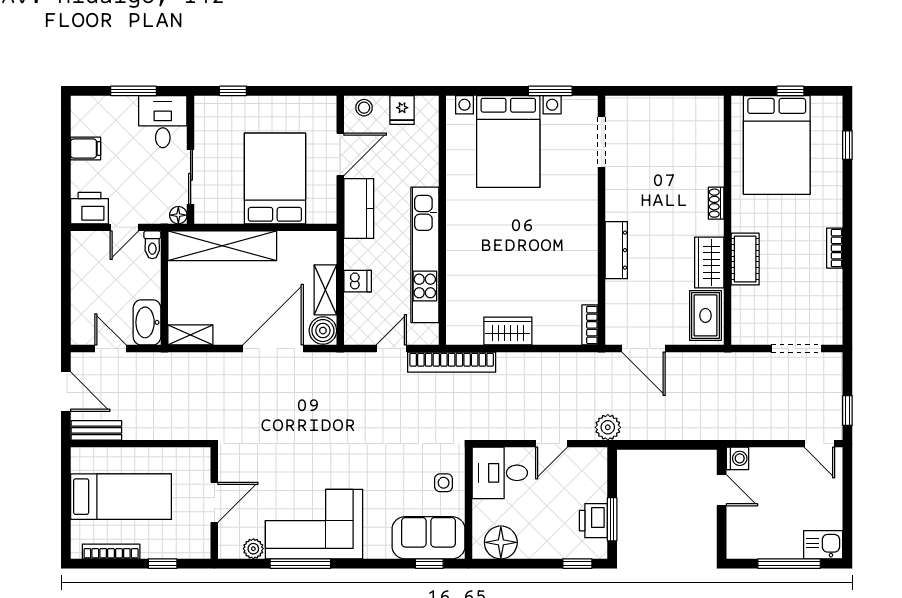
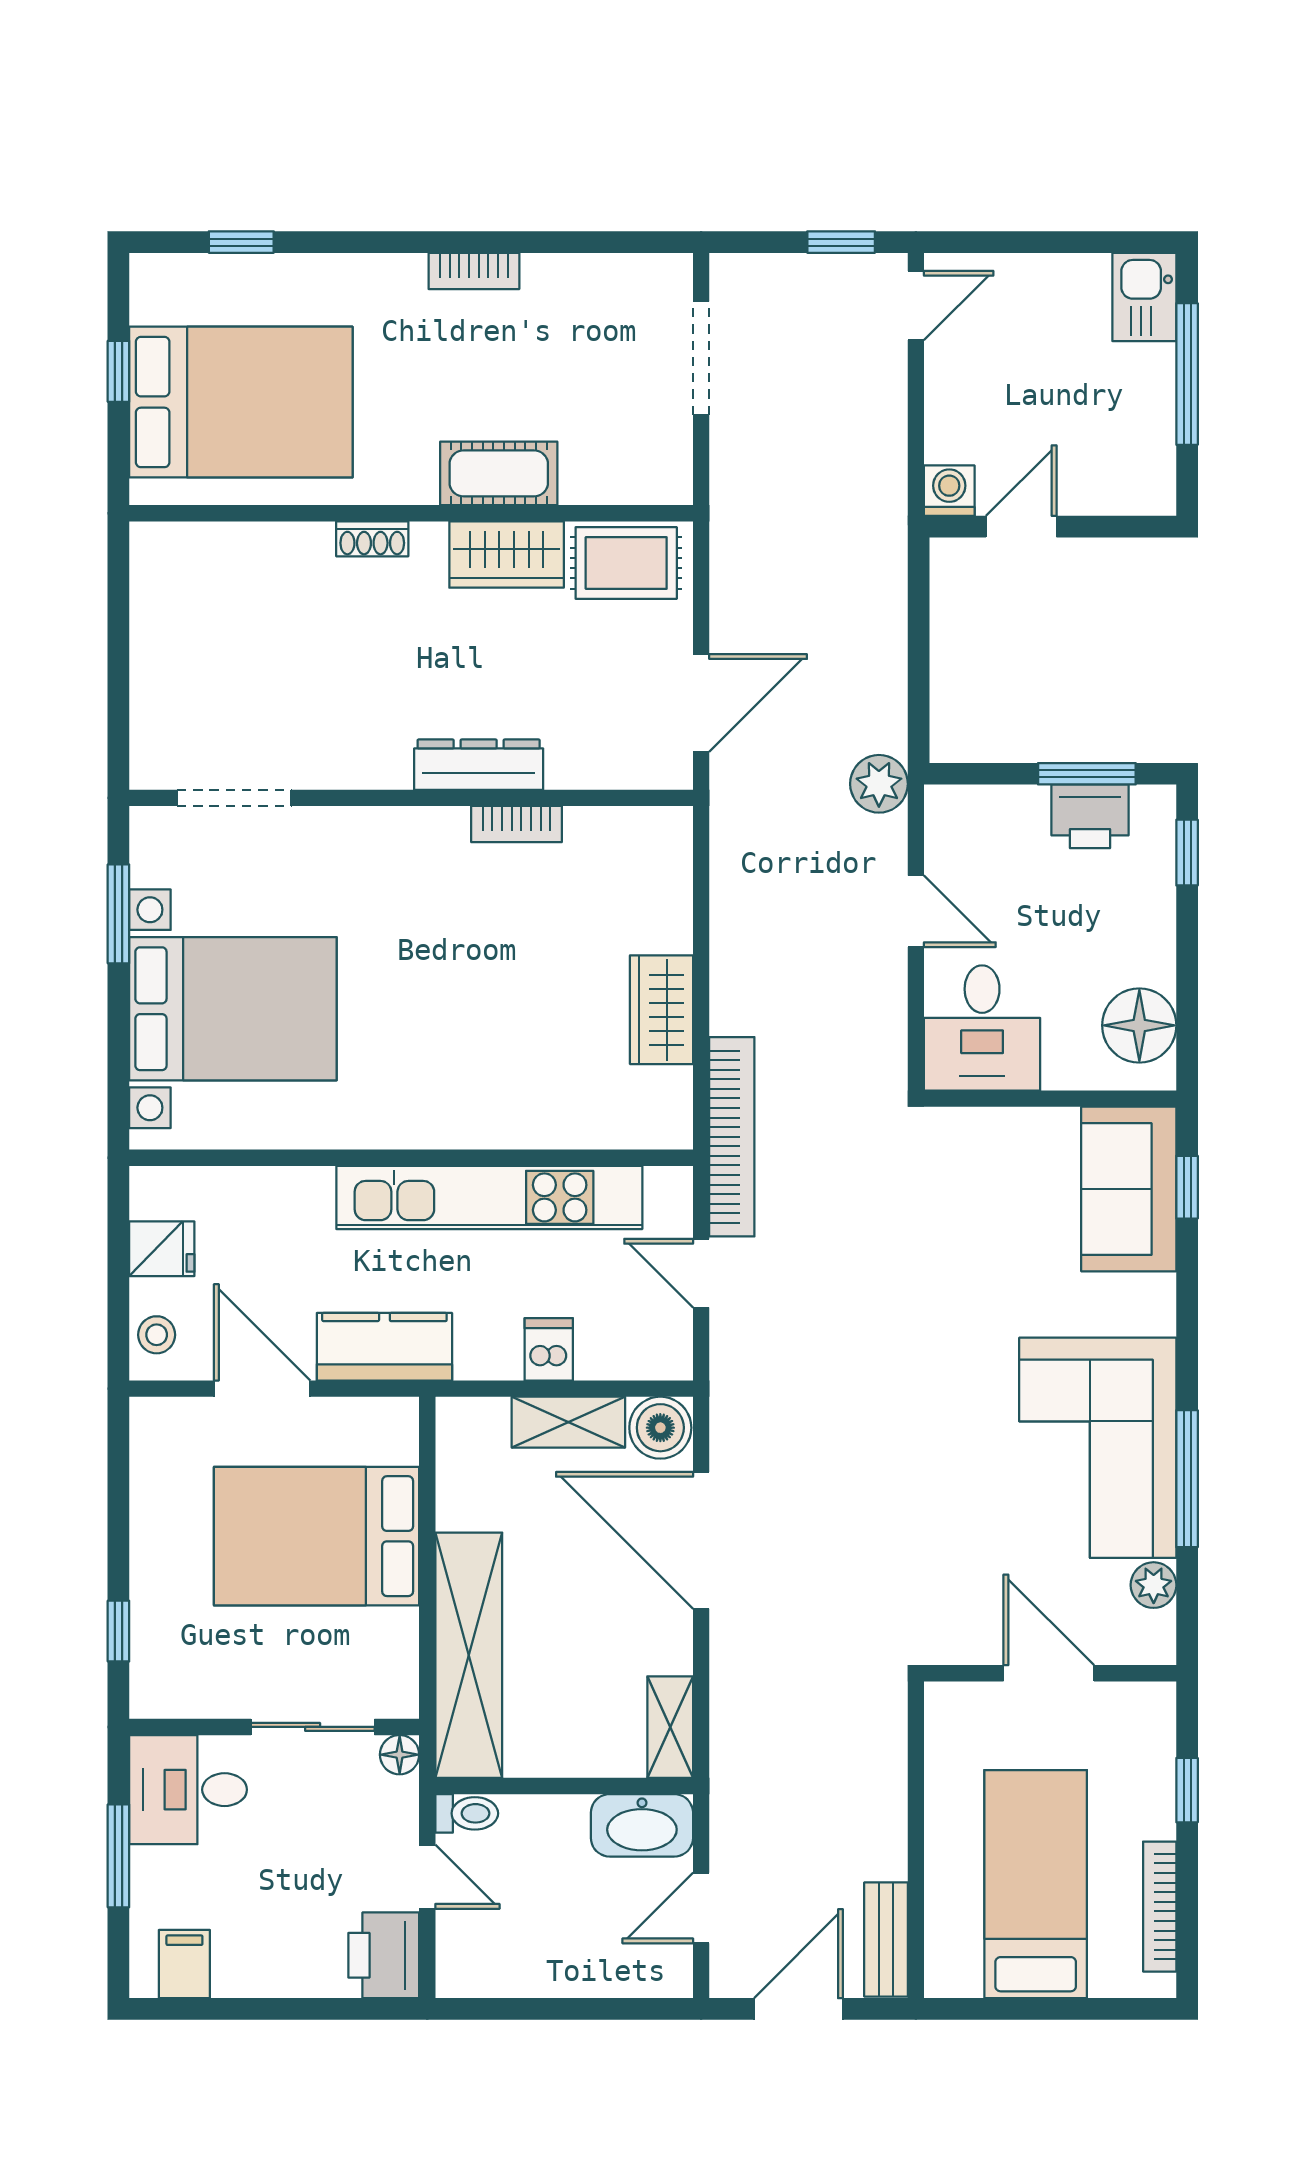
filing cabinet: (86, 149) -> (184, 1964), moved
bookcase: (590, 325) -> (516, 824), moved
side table: (444, 483) -> (1004, 1155), removed

